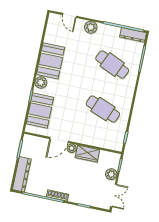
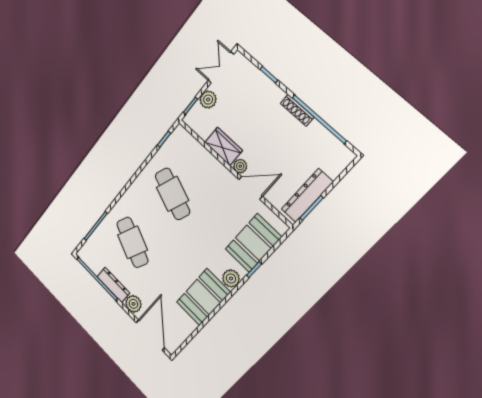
door: (69, 15) -> (150, 335), width x1.87
dresser: (133, 35) -> (113, 285), moved
dresser: (22, 174) -> (307, 196), moved

